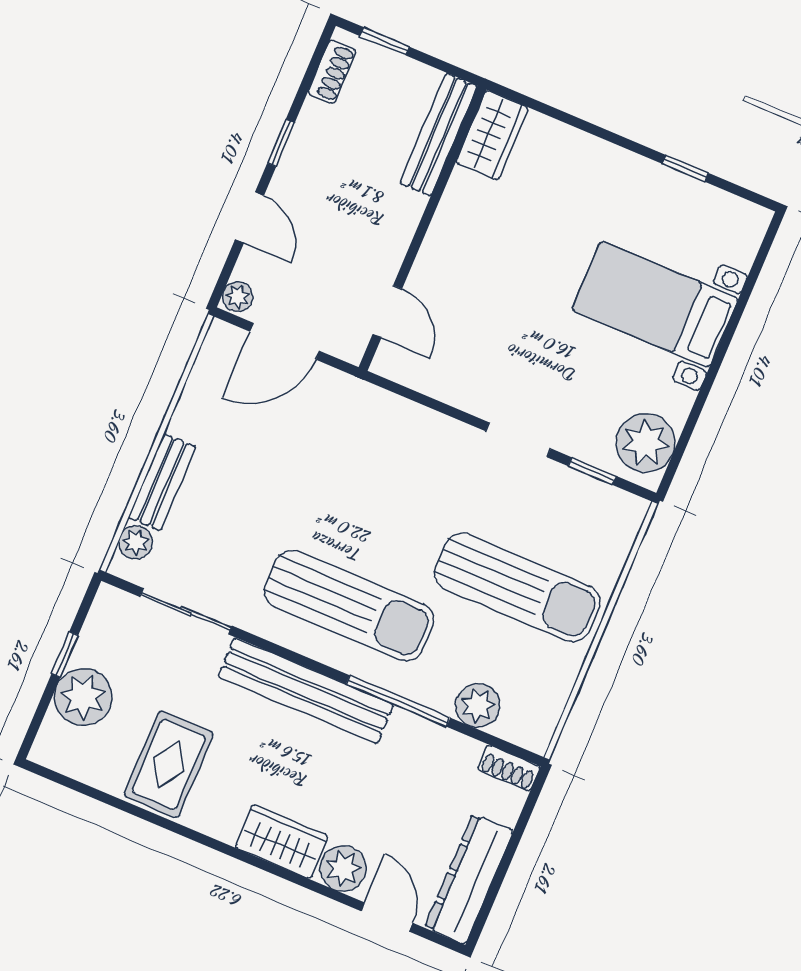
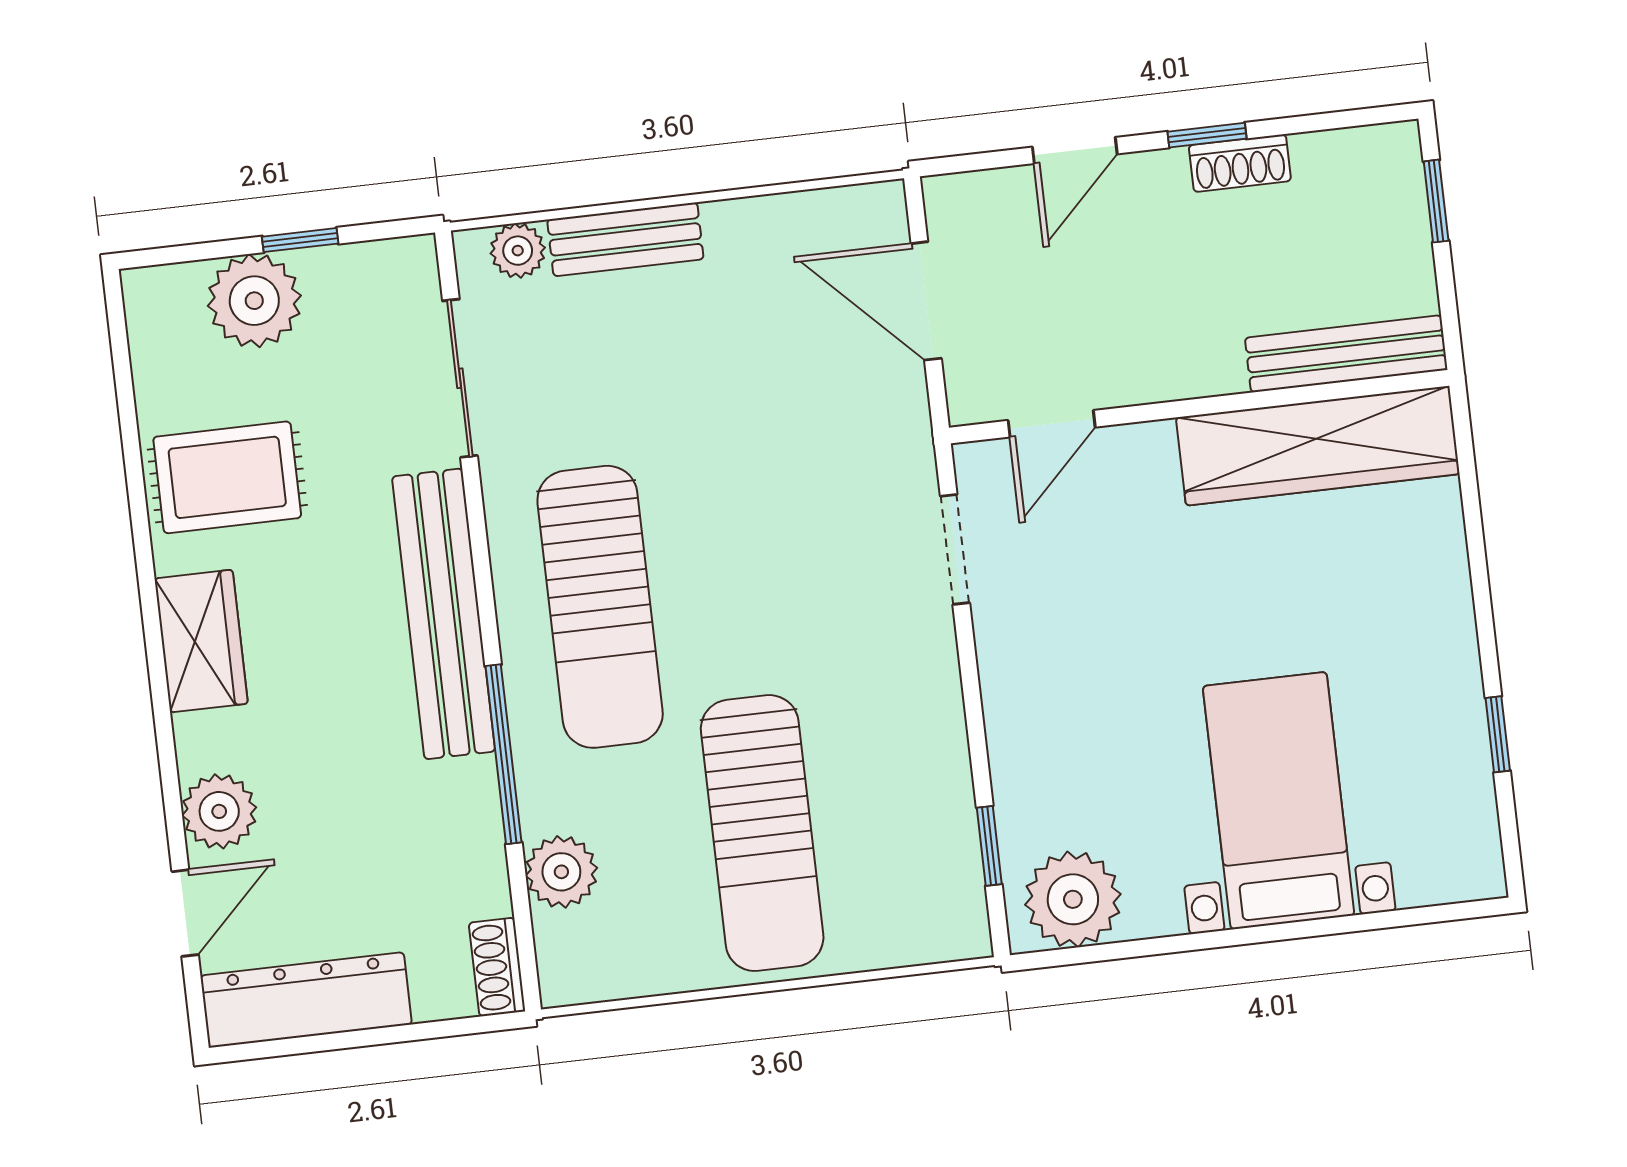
shoe rack: (332, 72) -> (1240, 163), moved
wardrobe: (492, 135) -> (1318, 446), width x2.10, depth x1.17
plant: (238, 297) -> (952, 198), removed
doorway: (518, 440) -> (955, 549), moved
wardrobe: (282, 841) -> (201, 641), moved

